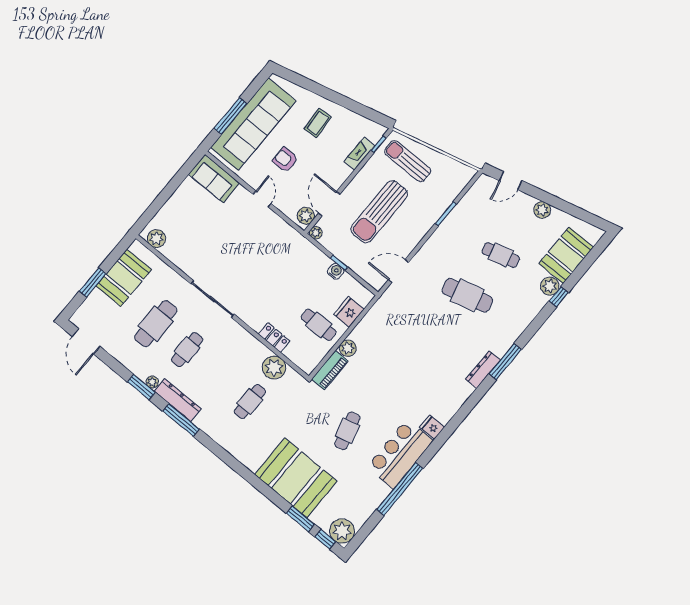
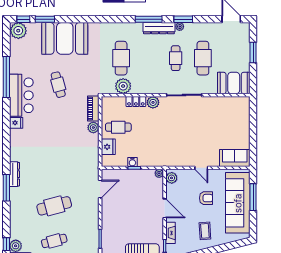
door: (329, 204) -> (165, 208), moved
sun lounger: (379, 212) -> (135, 211), removed
plant: (156, 239) -> (153, 102), moved
booth: (124, 278) -> (234, 83), moved, turned 90
cafe table: (250, 402) -> (121, 58), width x1.37, depth x1.35

